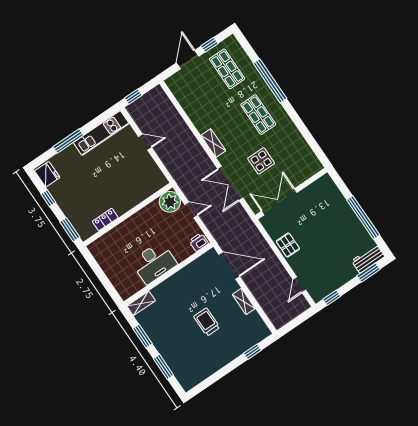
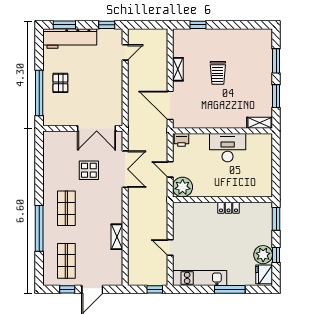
shelving: (213, 143) -> (117, 237), moved
plant: (60, 191) -> (263, 255), added
window: (363, 217) -> (39, 93), moved
locker: (105, 220) -> (229, 208), moved
pallet: (288, 245) -> (60, 83), moved
workbench: (368, 259) -> (70, 39), width x1.88, depth x1.32

